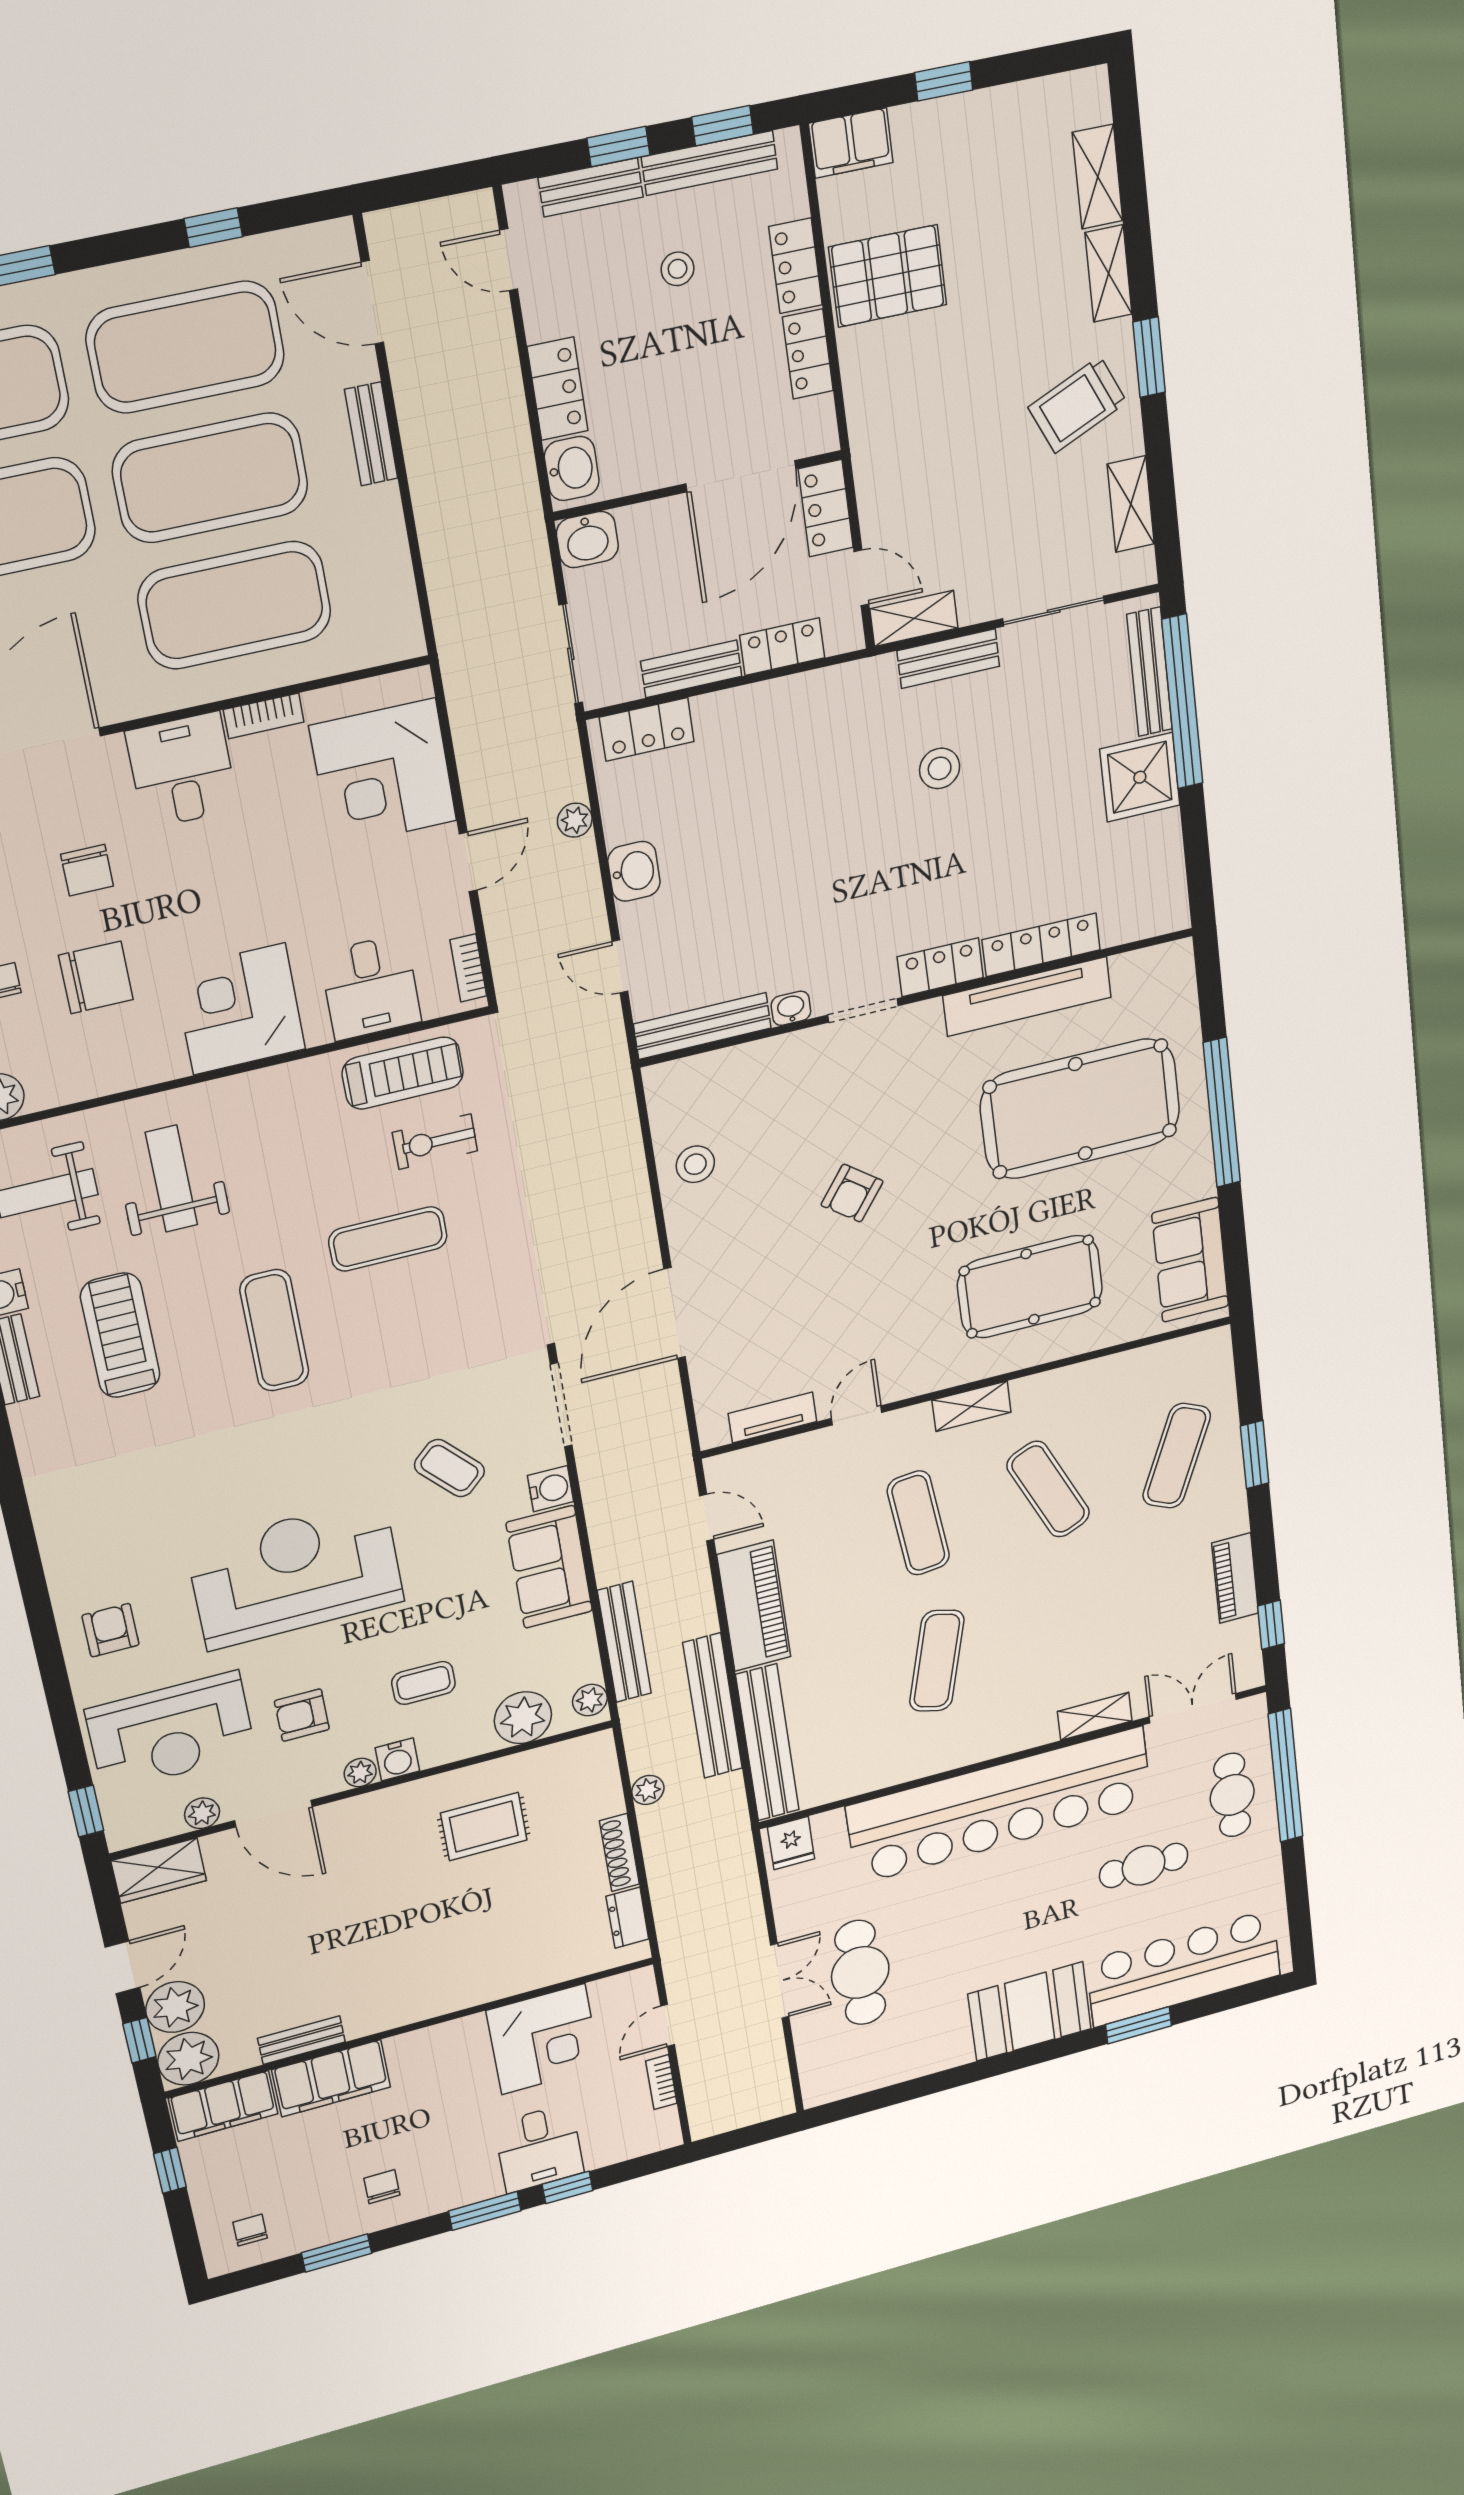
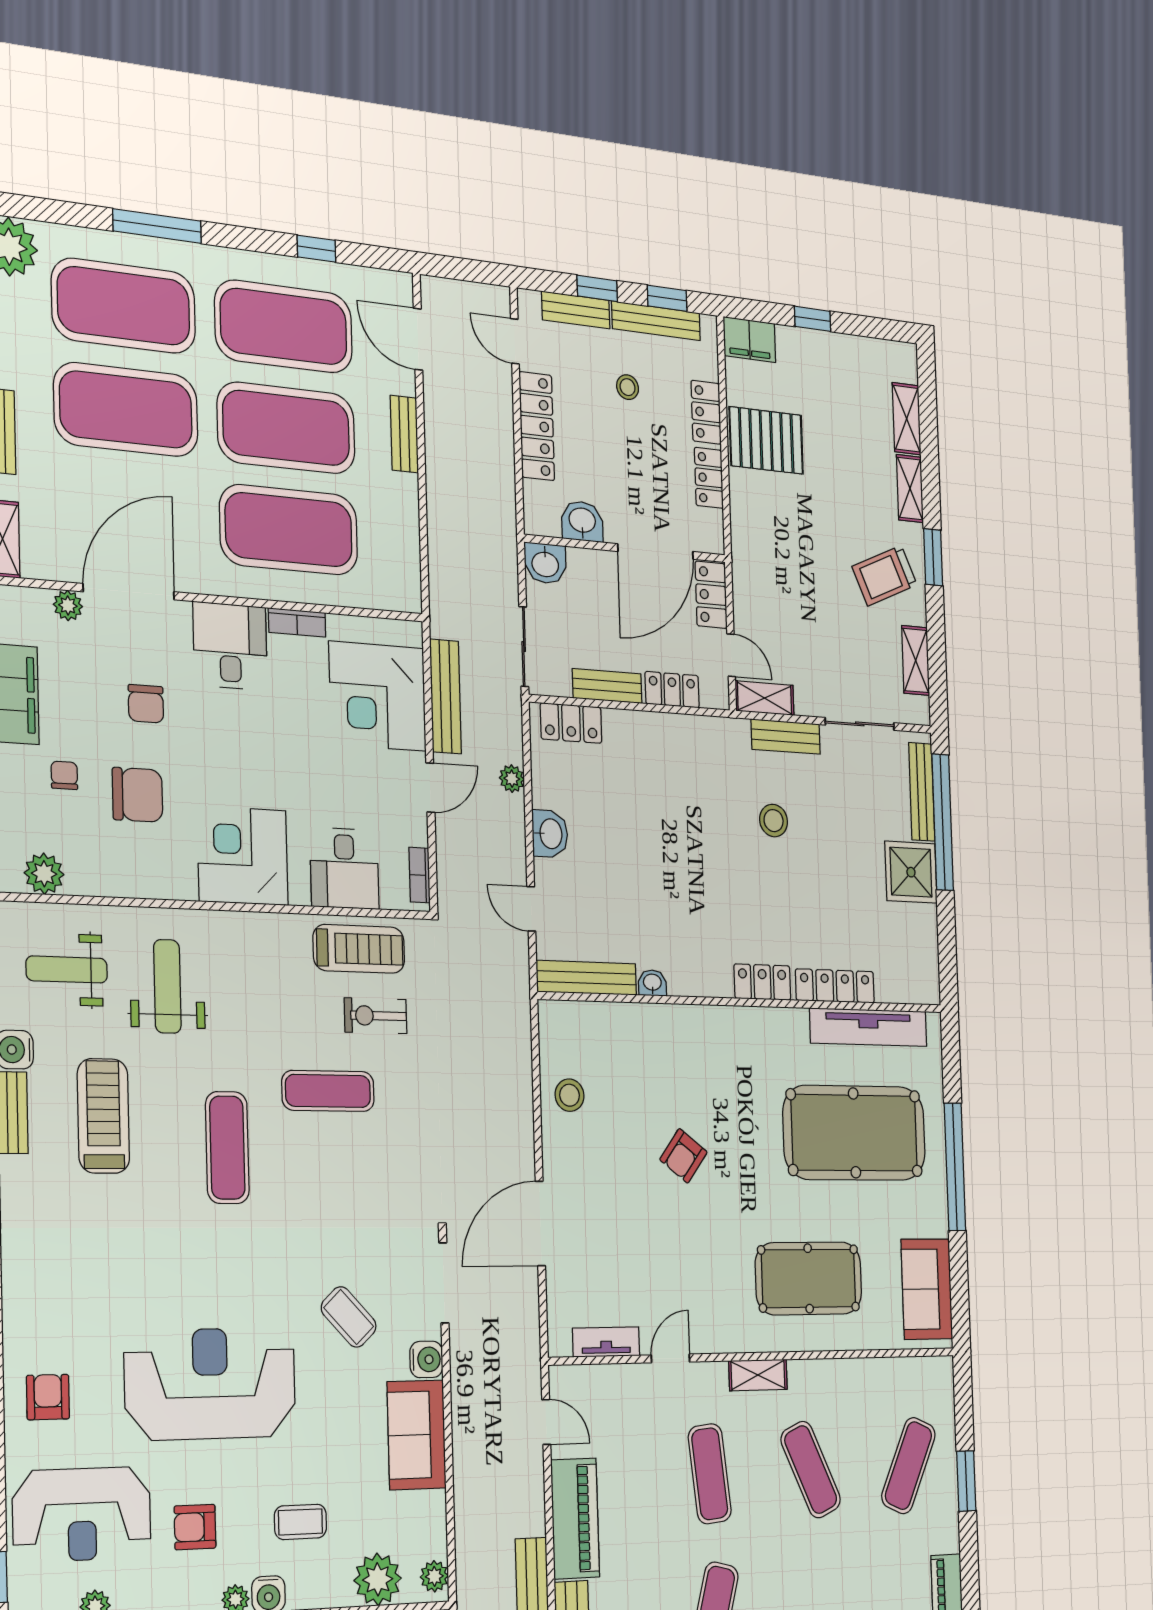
locker: (558, 389) -> (537, 426), width x1.53
washbasin: (572, 468) -> (582, 521), moved, turned -90
tv unit: (1027, 996) -> (869, 1027), moved
doorway: (863, 1010) -> (704, 1001), removed
bench: (624, 1642) -> (446, 696), moved

